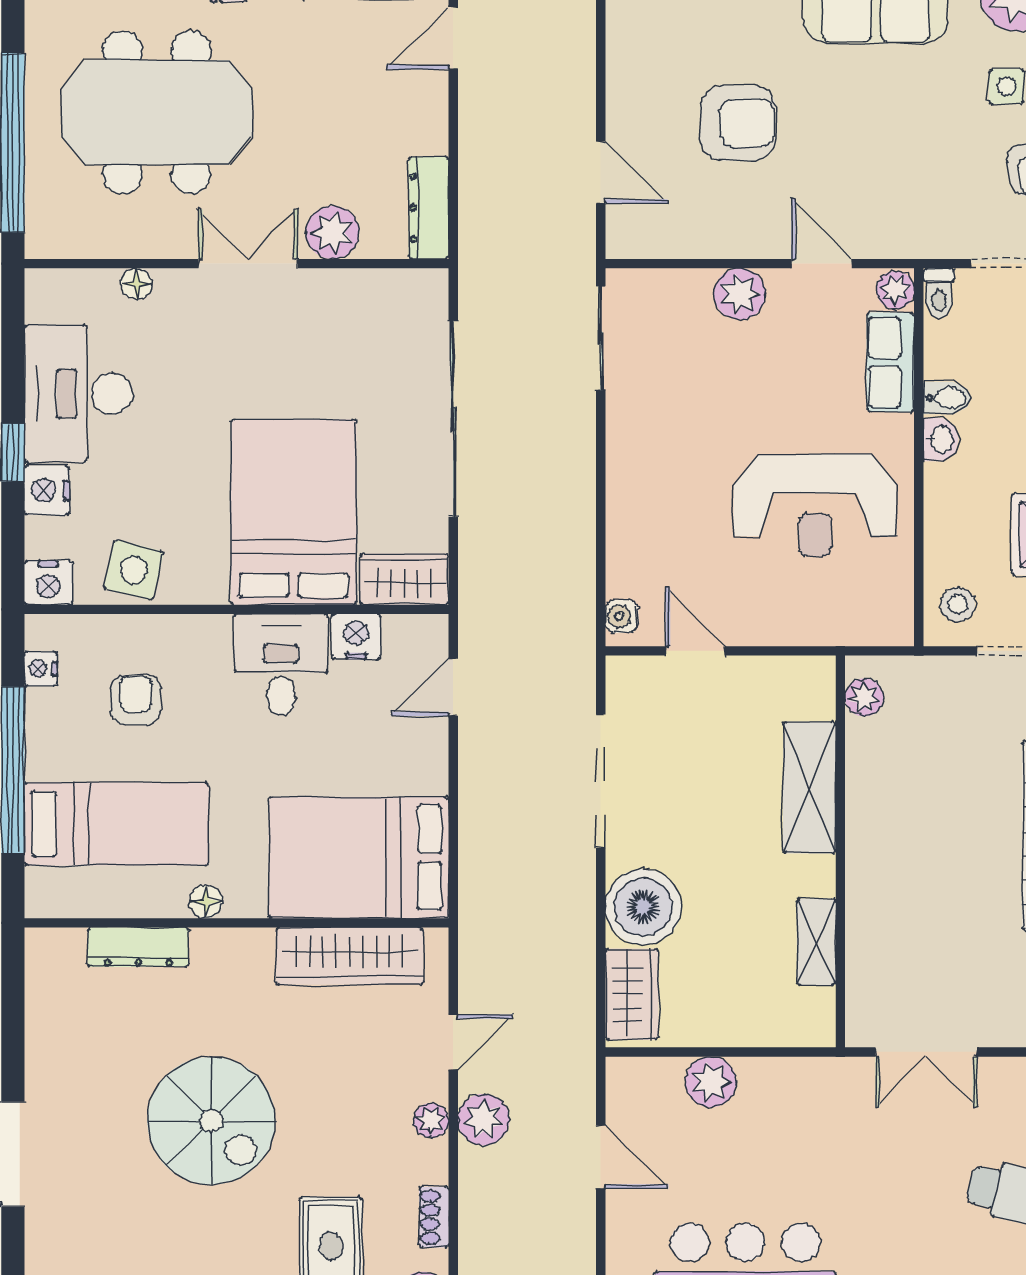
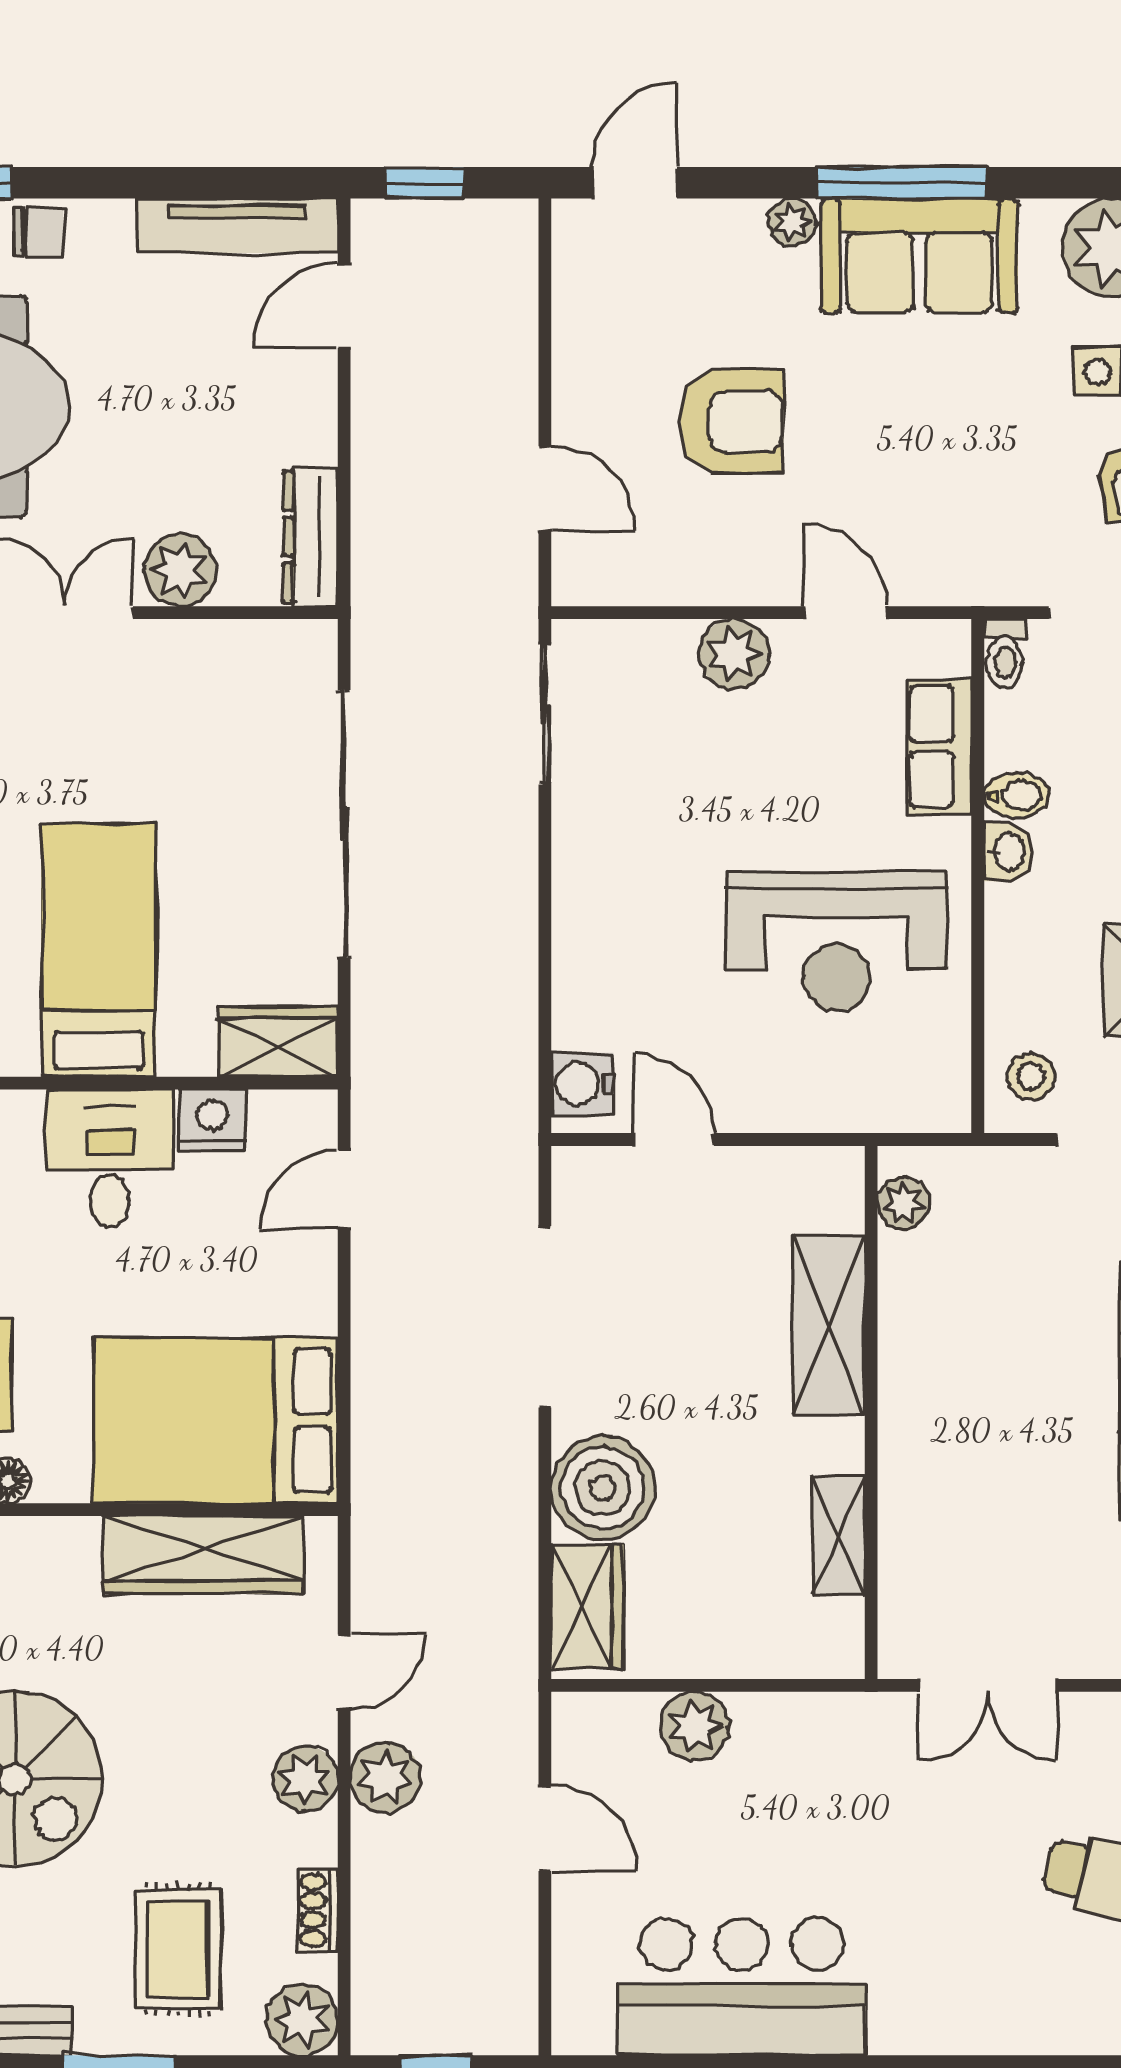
plant: (895, 290) -> (946, 648), removed
bed: (294, 512) -> (99, 951), width x0.67
water cooler: (622, 616) -> (582, 1084), width x1.38, depth x1.38
plant: (431, 1121) -> (305, 1779), width x1.38, depth x1.38

